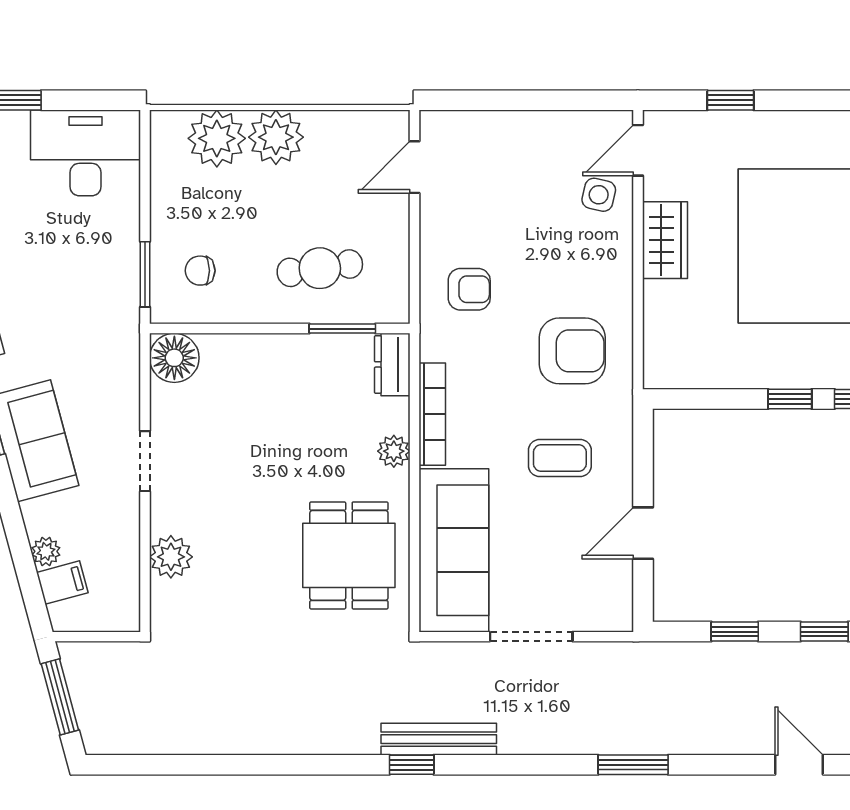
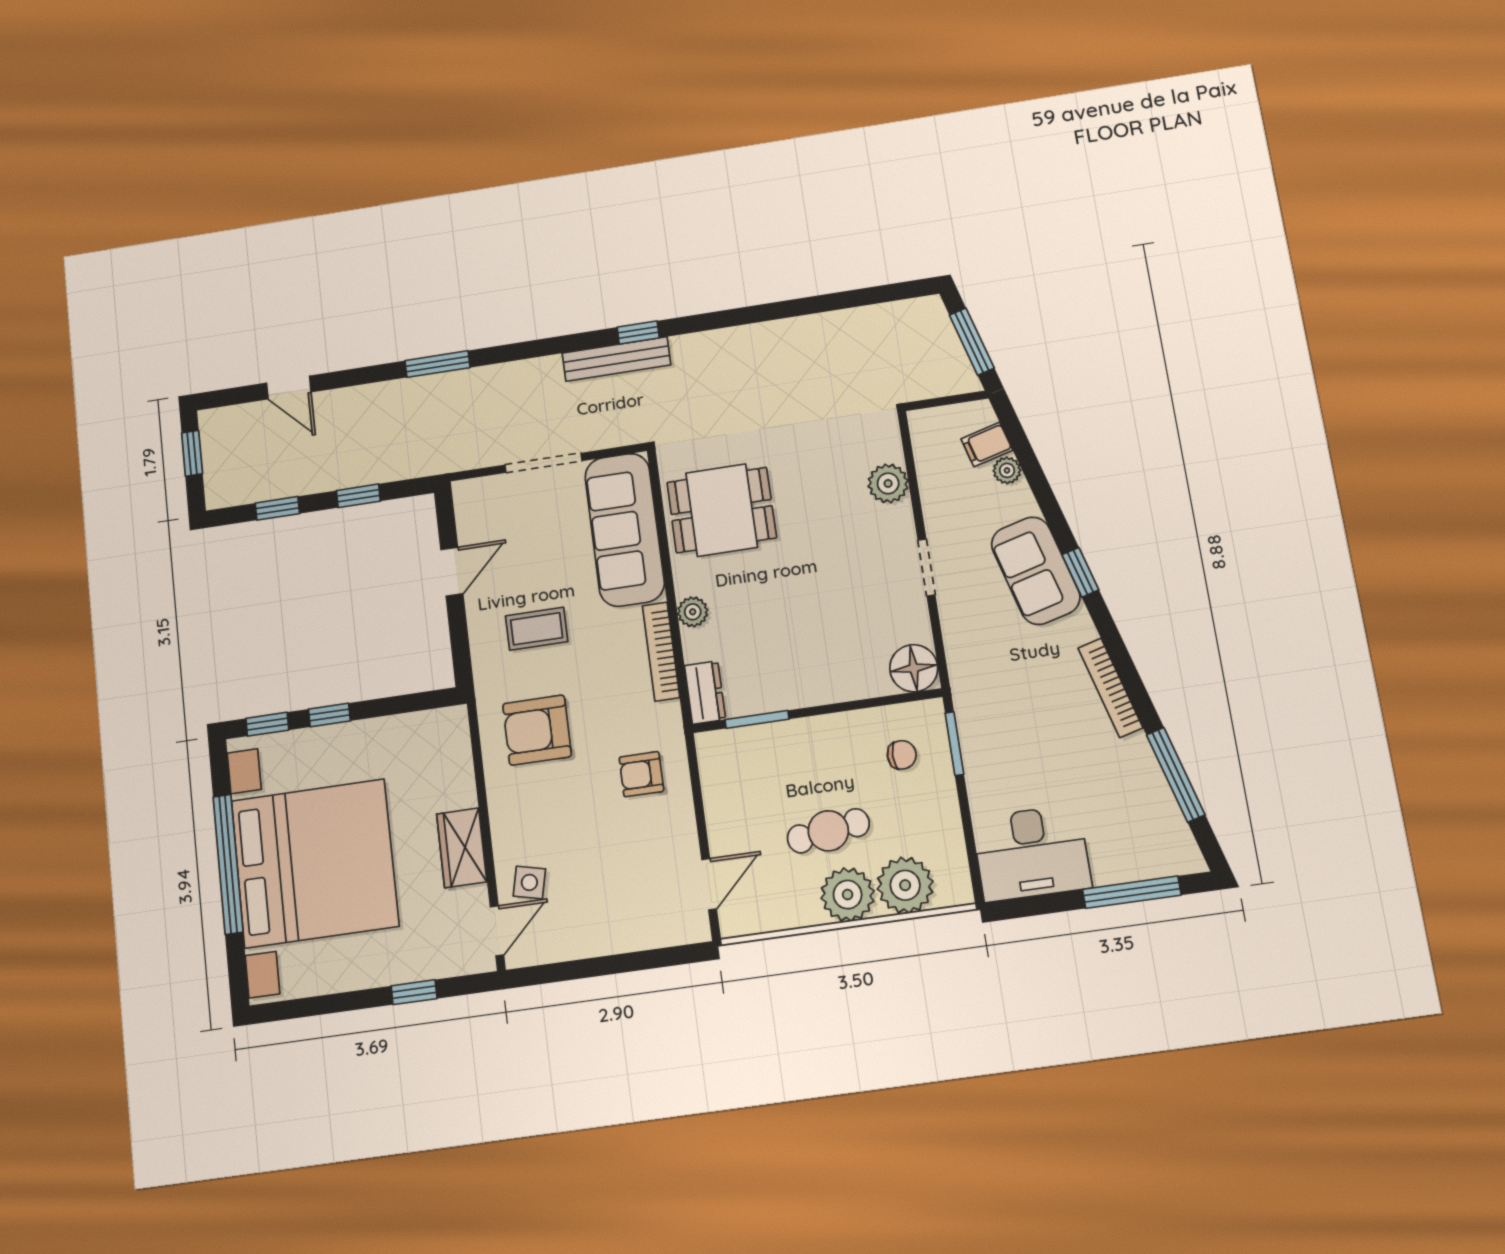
cafe table: (320, 268) -> (828, 831), moved
dining table: (349, 555) -> (722, 510), turned 90

